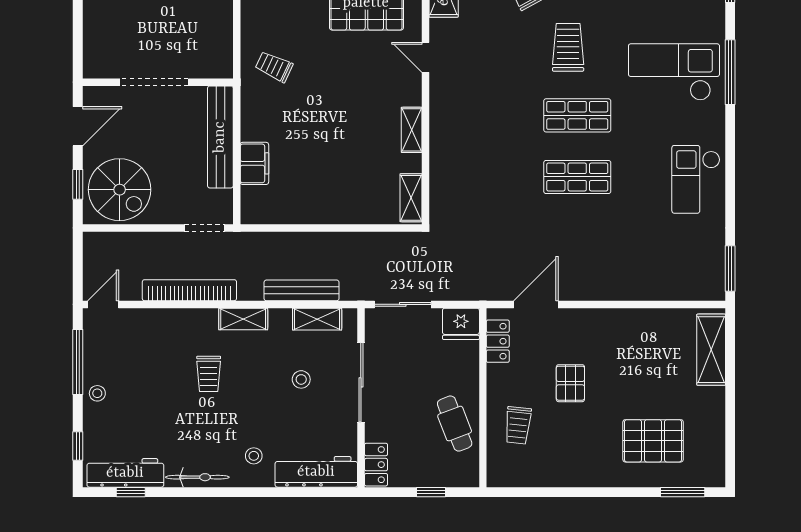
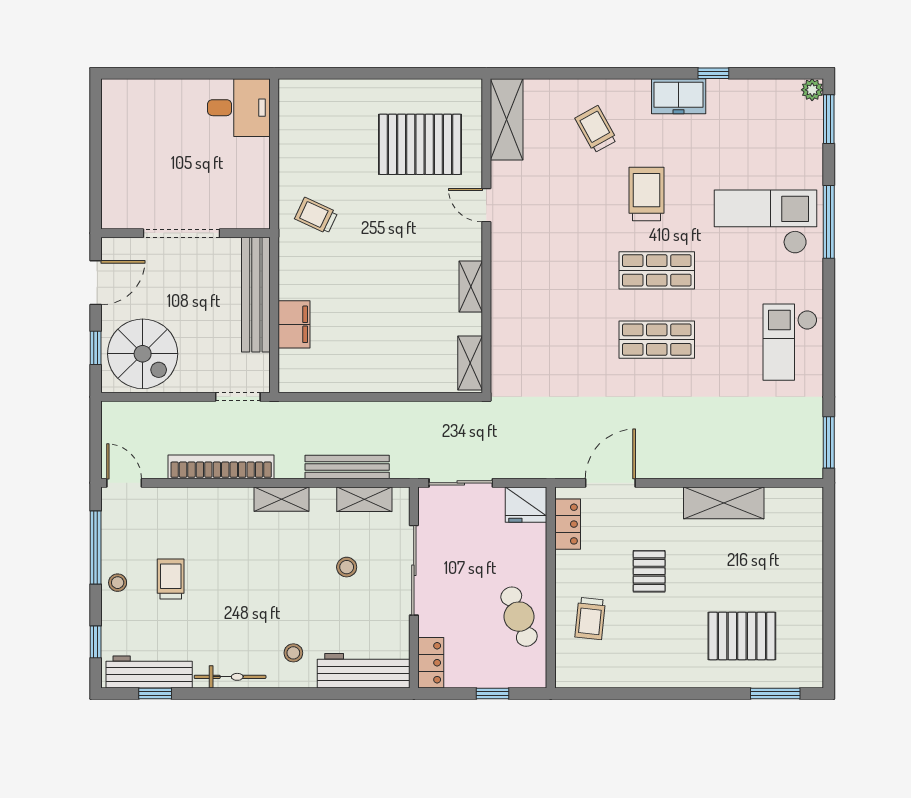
door: (103, 304) -> (124, 483), hinge flipped
shelving: (711, 350) -> (724, 503), moved, turned 90
trolley: (209, 374) -> (171, 579), moved, turned 180

